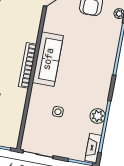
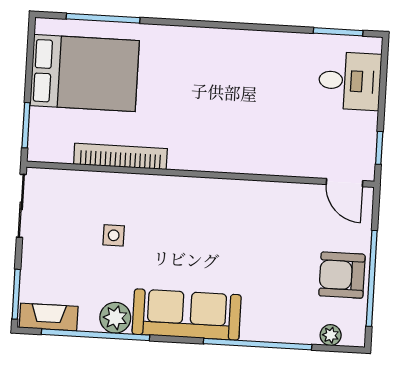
sofa: (48, 59) -> (187, 315), moved, turned 180
bookcase: (28, 65) -> (120, 156), moved

